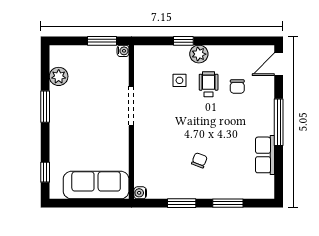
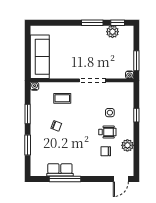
plant: (199, 54) -> (127, 145), moved
door: (279, 64) -> (121, 179), swing flipped
window: (279, 122) -> (65, 179), moved
coffee table: (158, 152) -> (62, 98), added
window: (45, 172) -> (118, 23), moved

